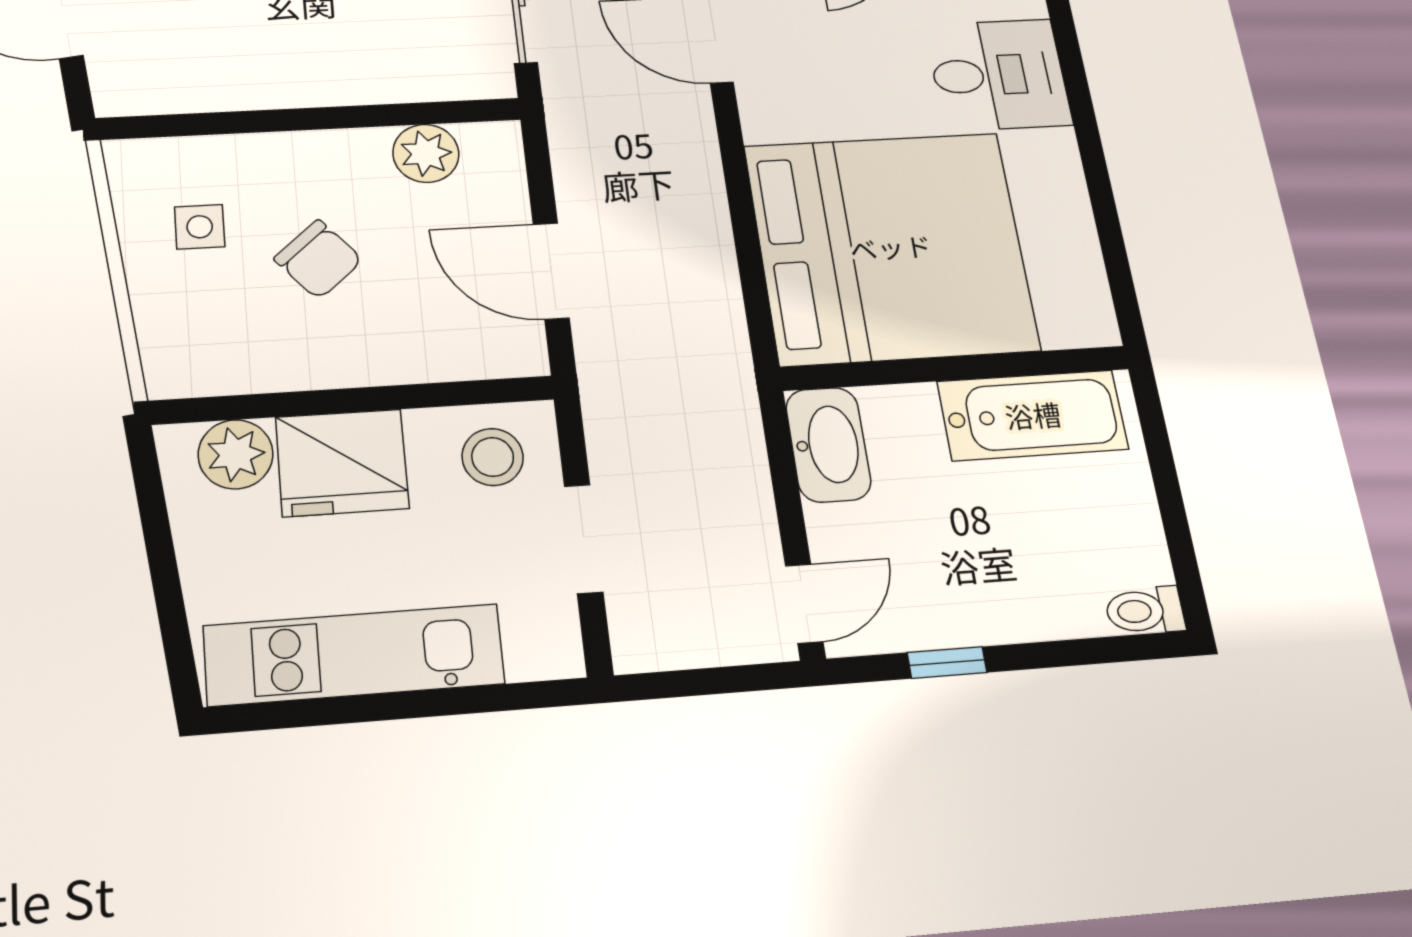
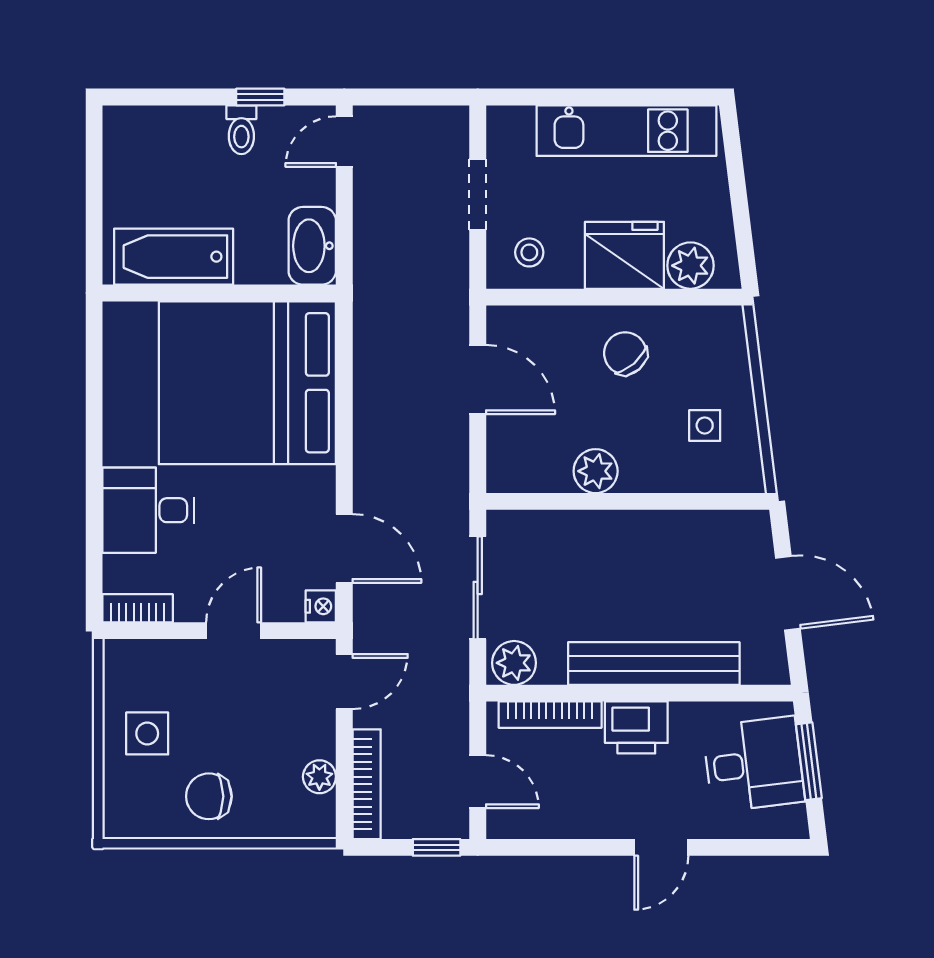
plant: (426, 153) -> (596, 471), moved
chair: (318, 259) -> (625, 353), moved
stool: (493, 457) -> (529, 252), width x0.73, depth x0.73
toilet: (1145, 611) -> (241, 130), moved, turned 90

